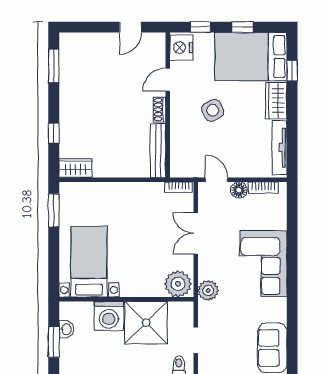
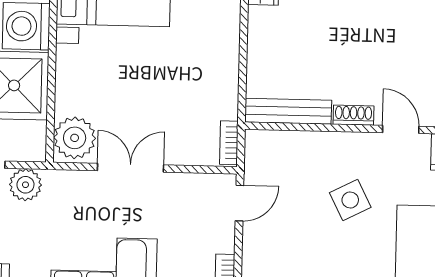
floor lamp: (239, 190) -> (222, 239), removed
double door: (196, 233) -> (130, 168), moved
plant: (208, 291) -> (25, 185), moved

